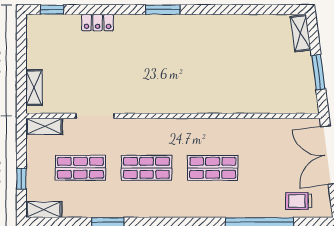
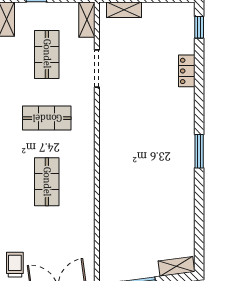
window: (163, 10) -> (199, 151), moved
shop shelf: (147, 168) -> (47, 118), turned 90

